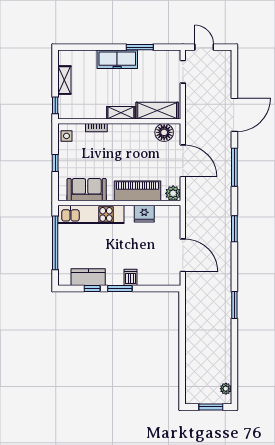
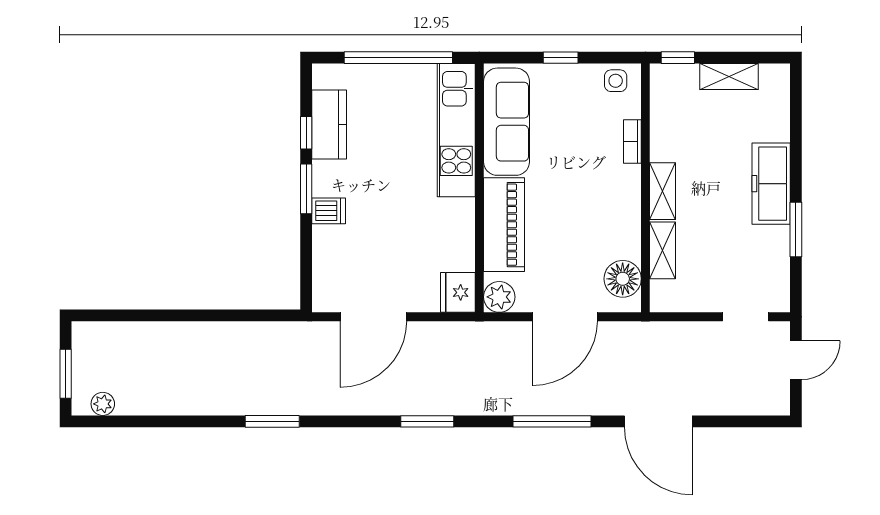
shelving: (157, 111) -> (663, 250), width x0.67, depth x0.75
sofa: (87, 190) -> (507, 122), width x1.36
fridge: (144, 214) -> (458, 292), moved

